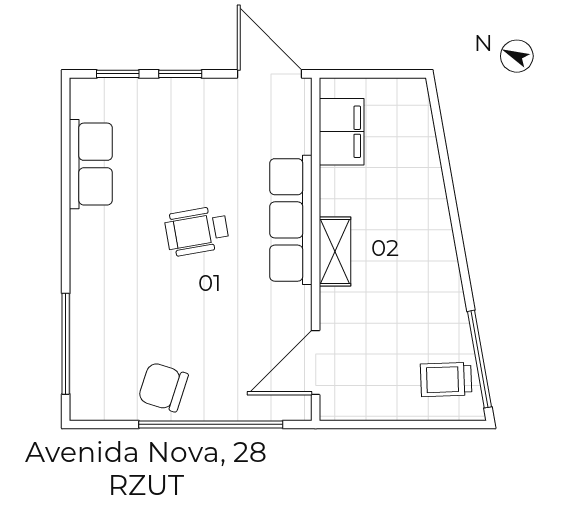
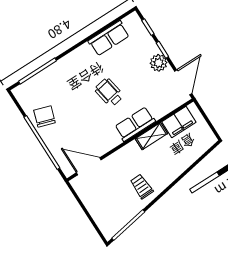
plant: (201, 98) -> (159, 63), added
row of seats: (291, 220) -> (135, 124), width x0.68
shelving: (335, 251) -> (151, 136), moved
trolley: (446, 380) -> (142, 186), moved

